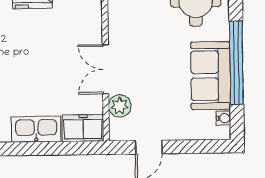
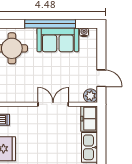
double door: (105, 69) -> (53, 104), swing flipped
plant: (120, 106) -> (90, 96), moved

